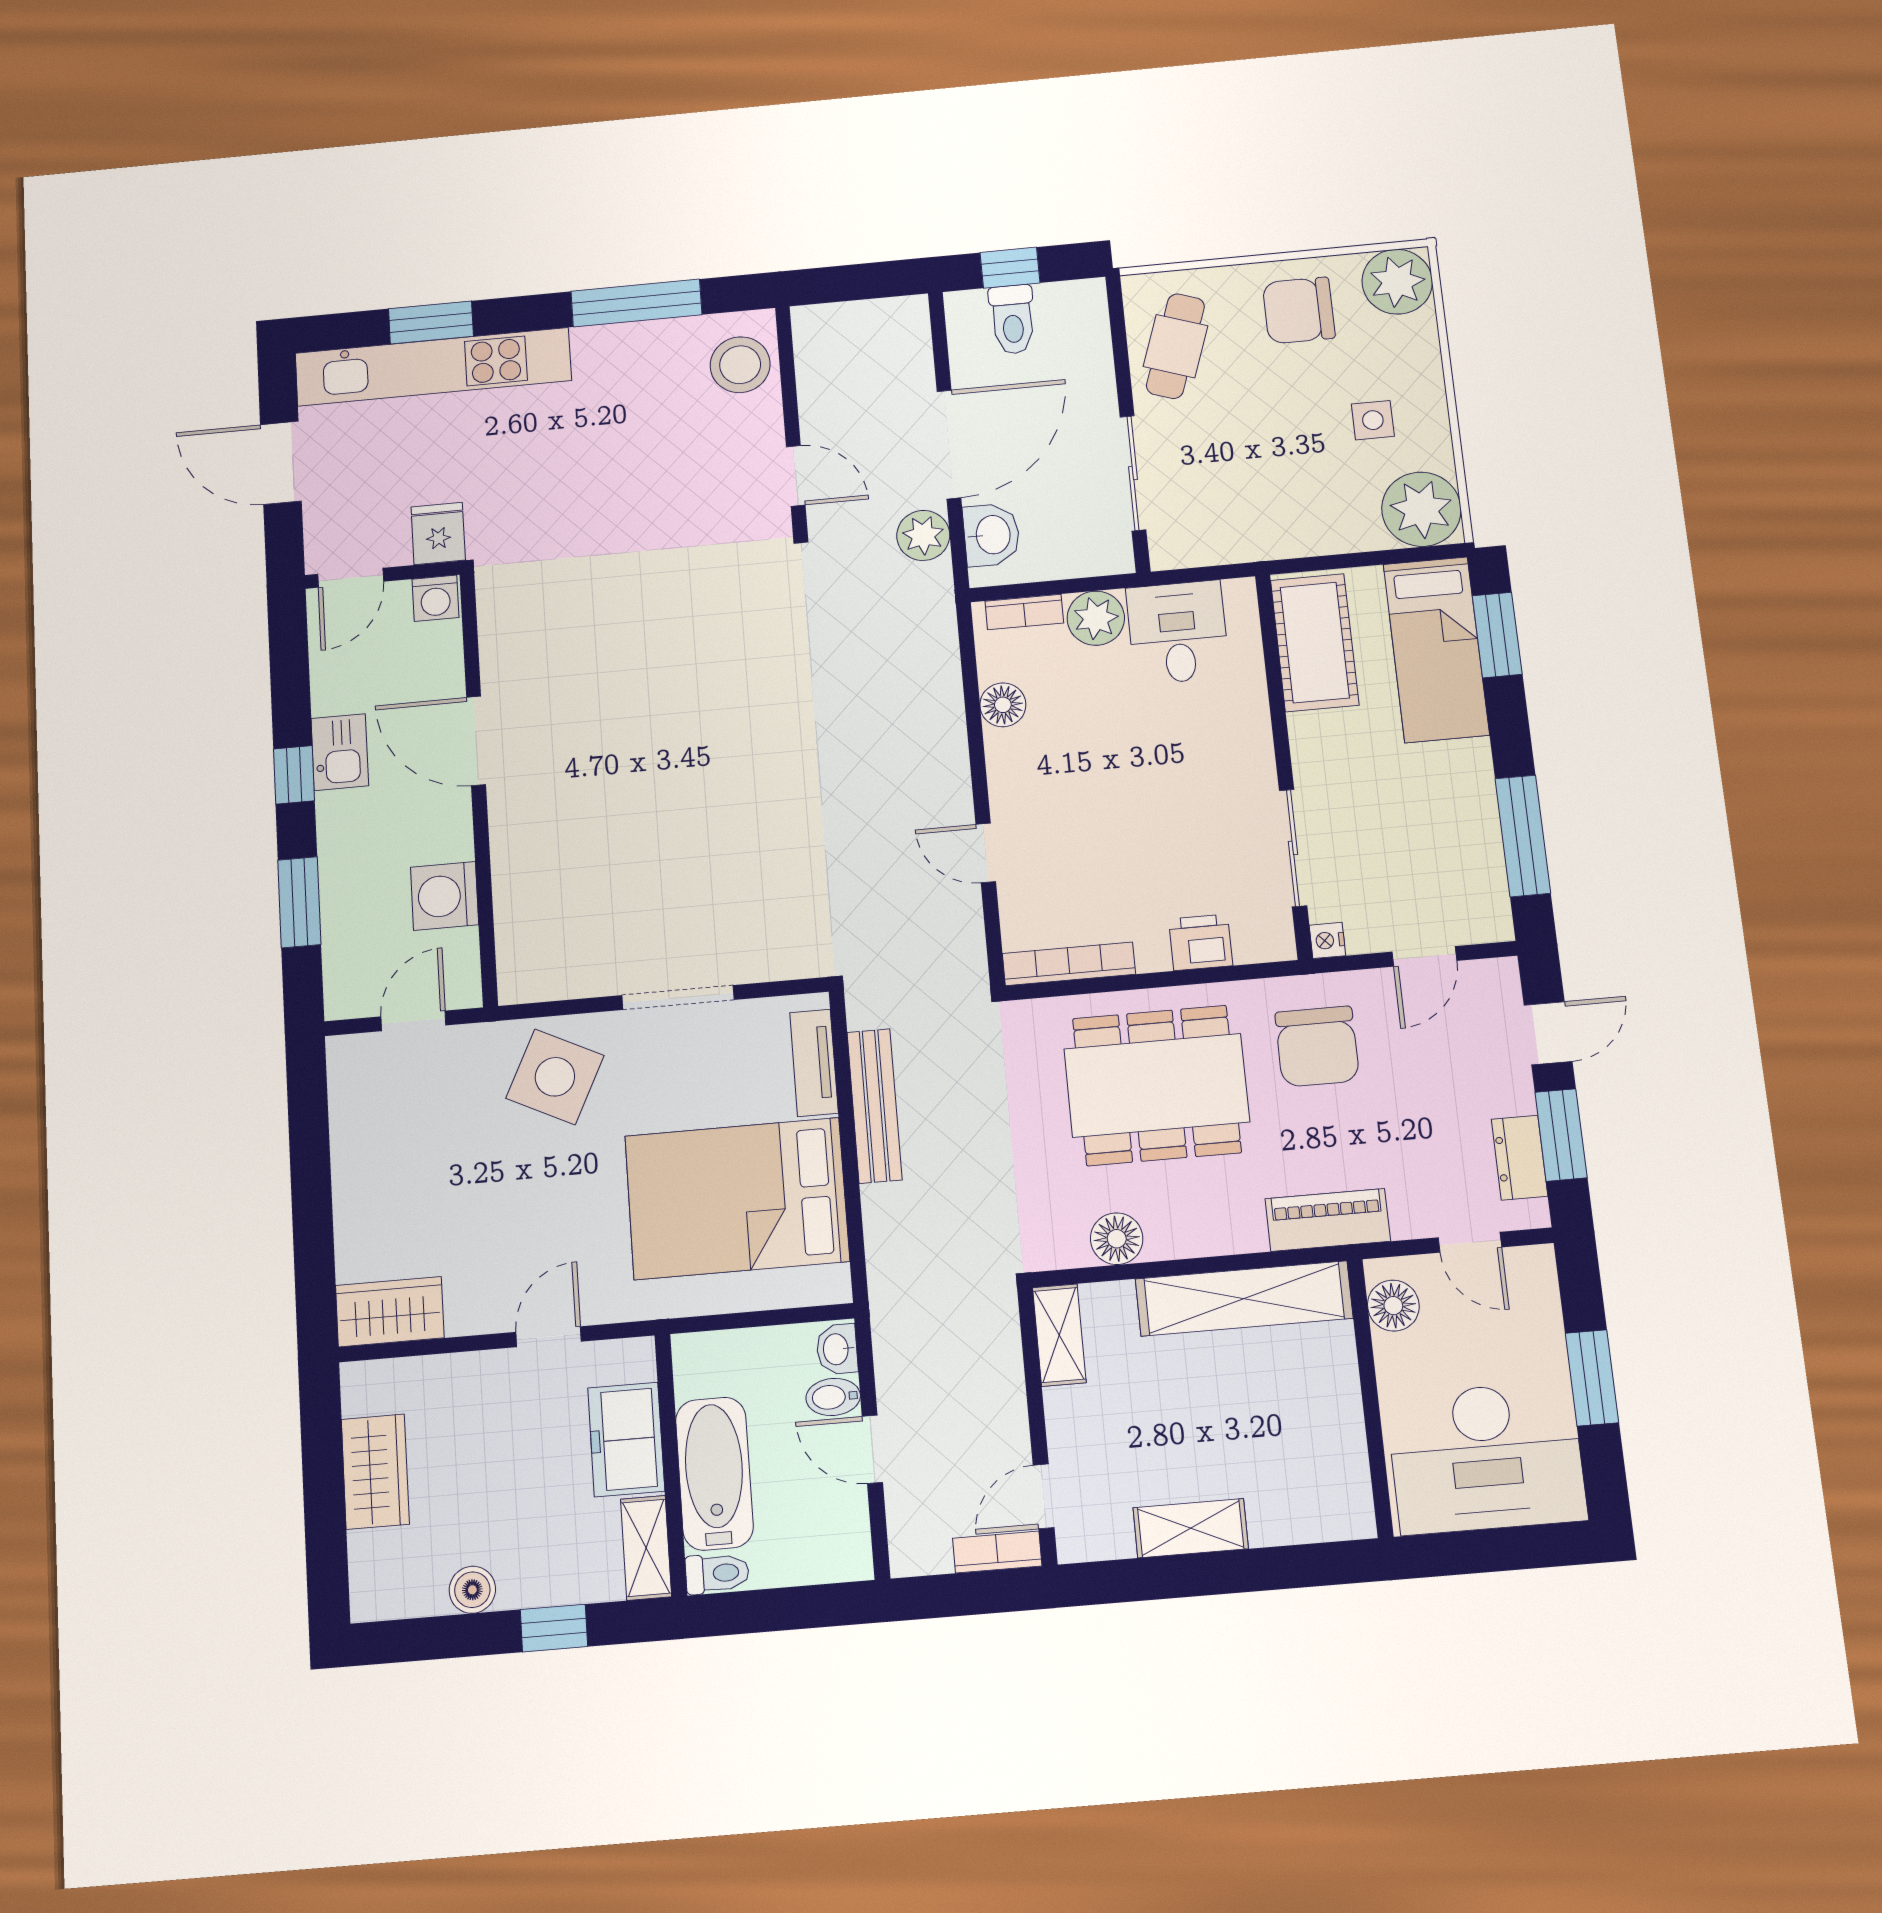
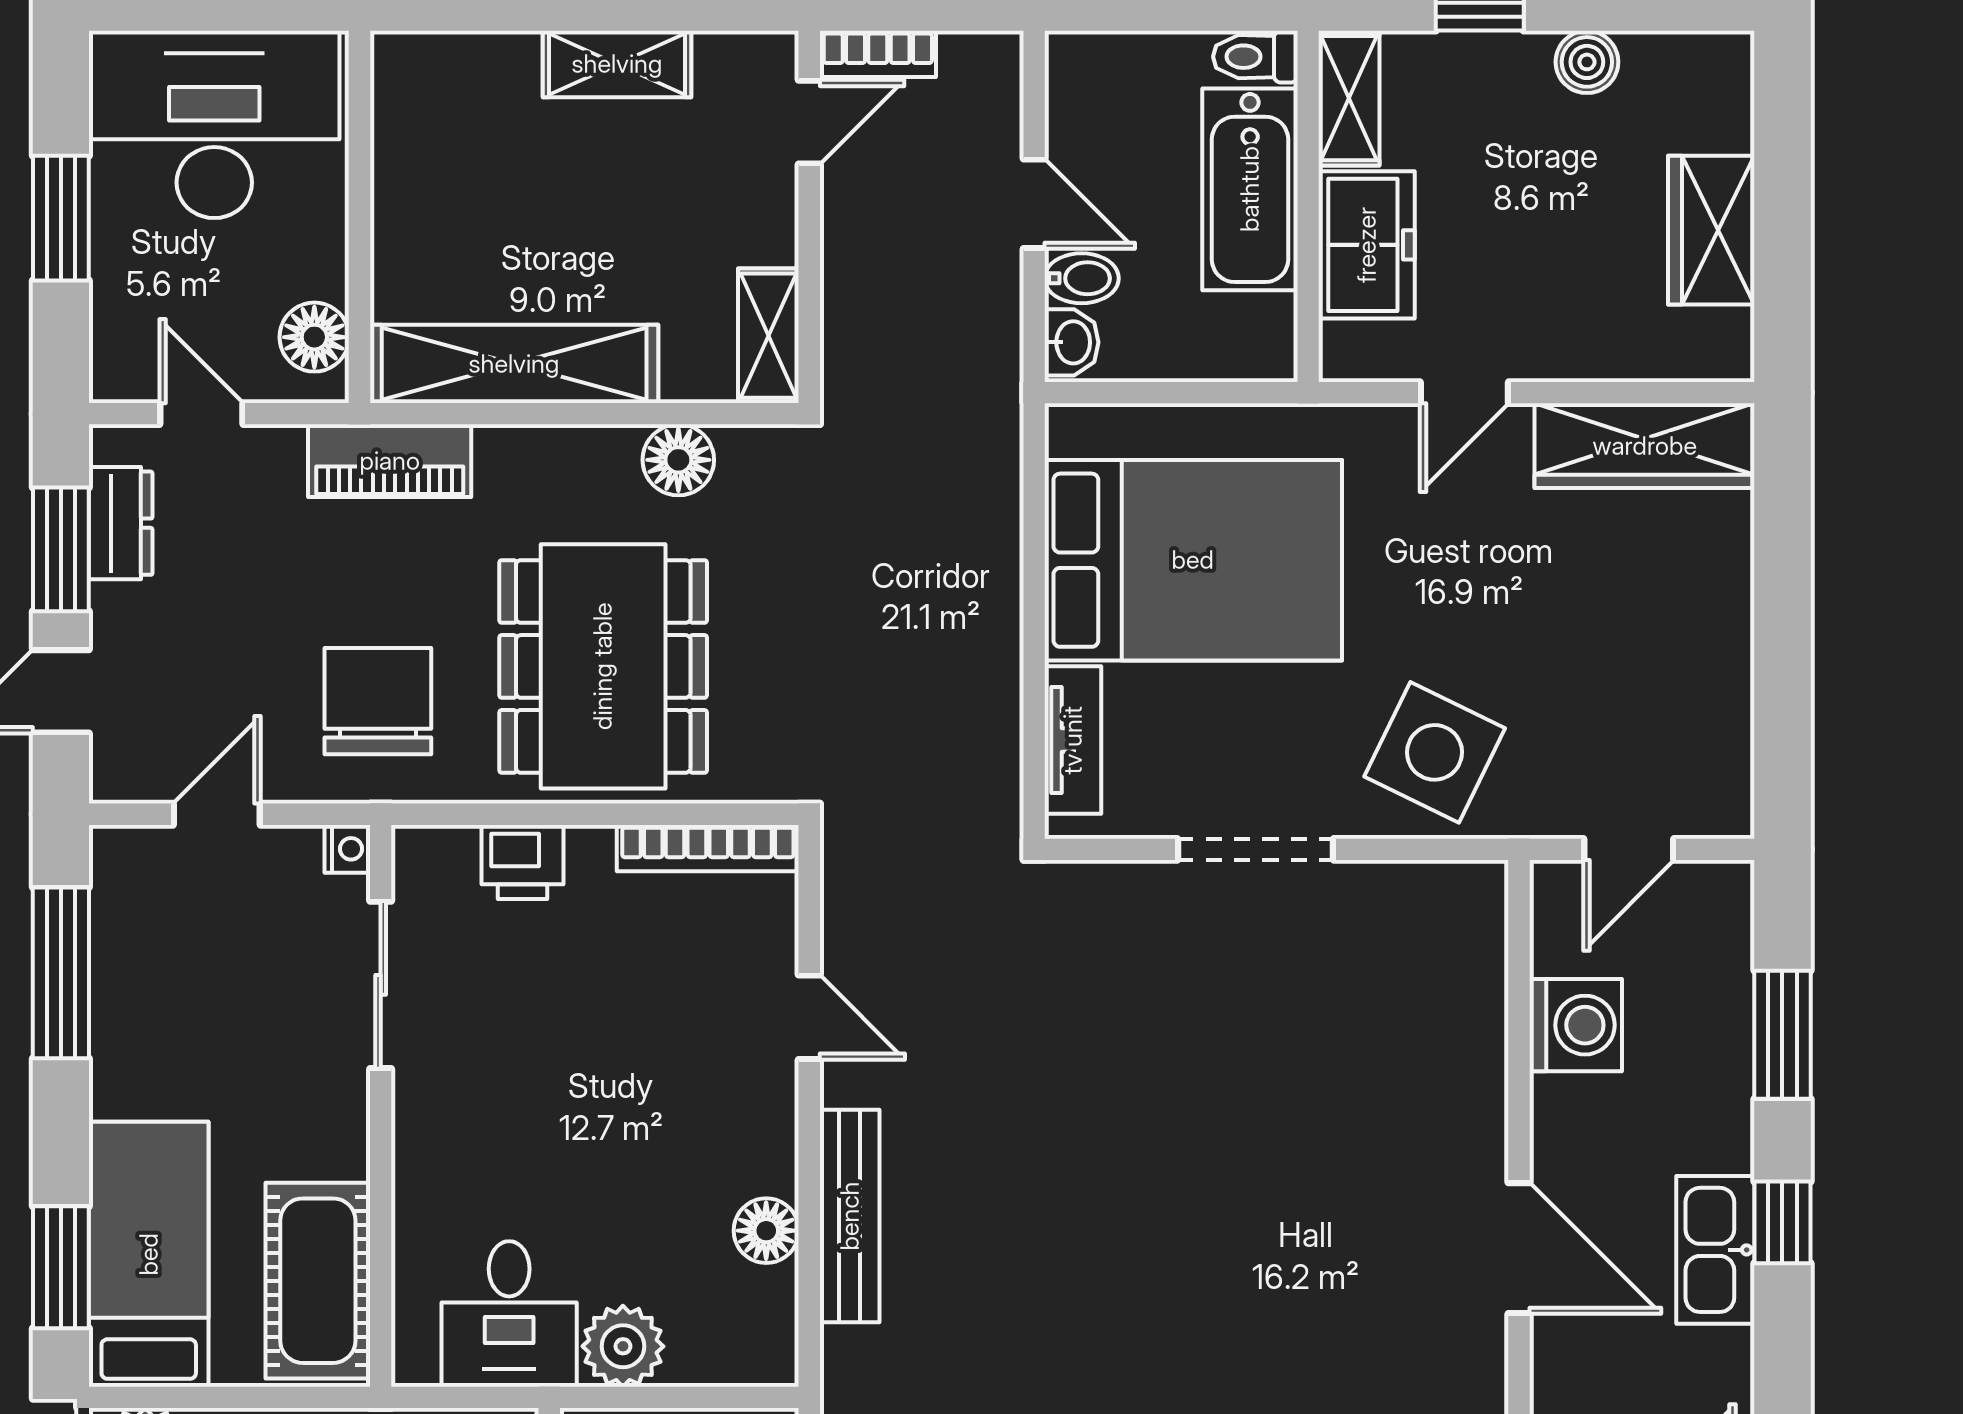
bookcase: (1024, 612) -> (724, 1365), removed
kitchen sink: (340, 752) -> (1715, 1250), width x1.38
dining table: (1157, 1085) -> (603, 666), turned 90
bench: (874, 1106) -> (850, 1216), moved
wardrobe: (390, 1312) -> (1645, 446), width x1.50

